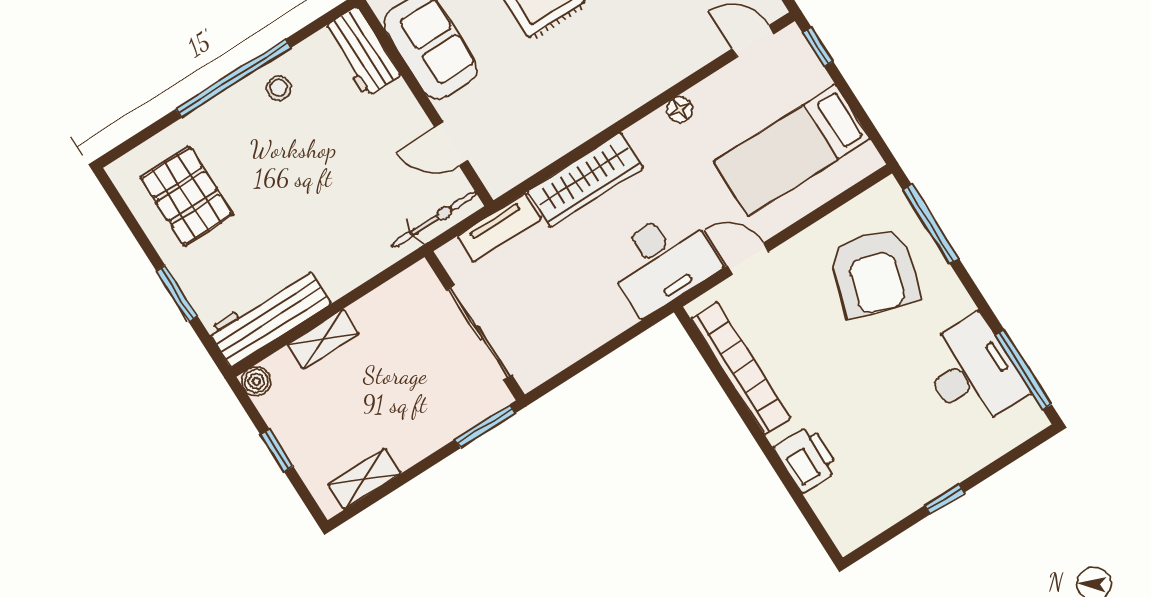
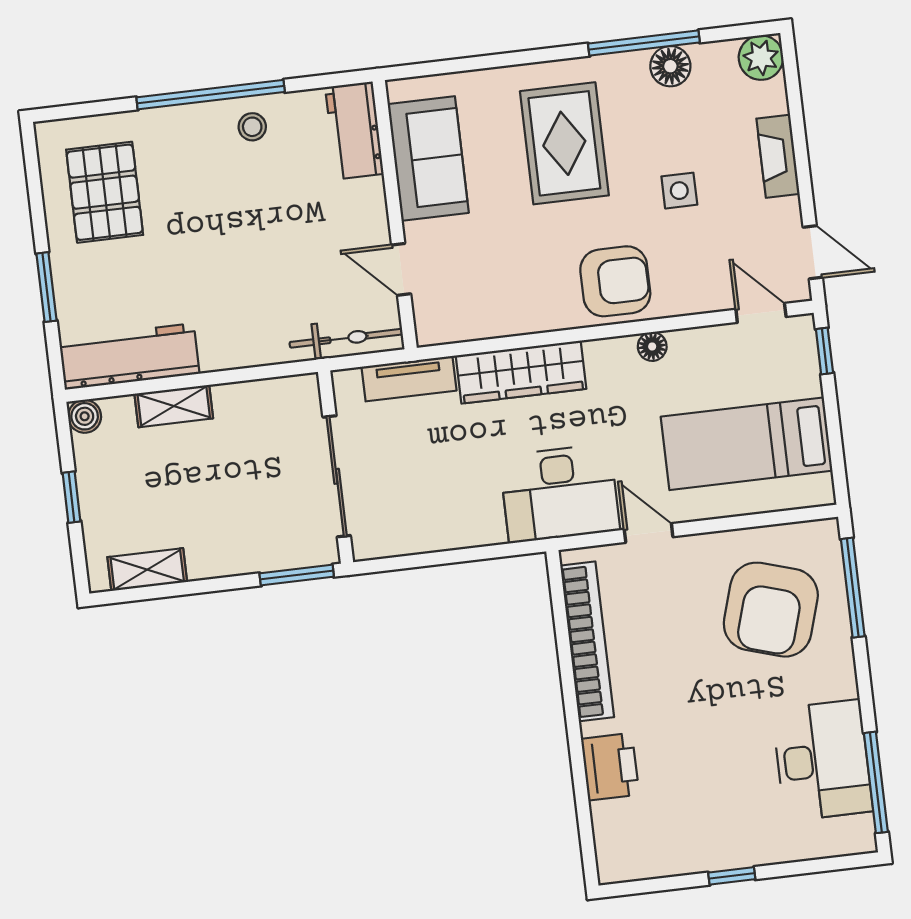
armchair: (626, 72) -> (615, 281), added

